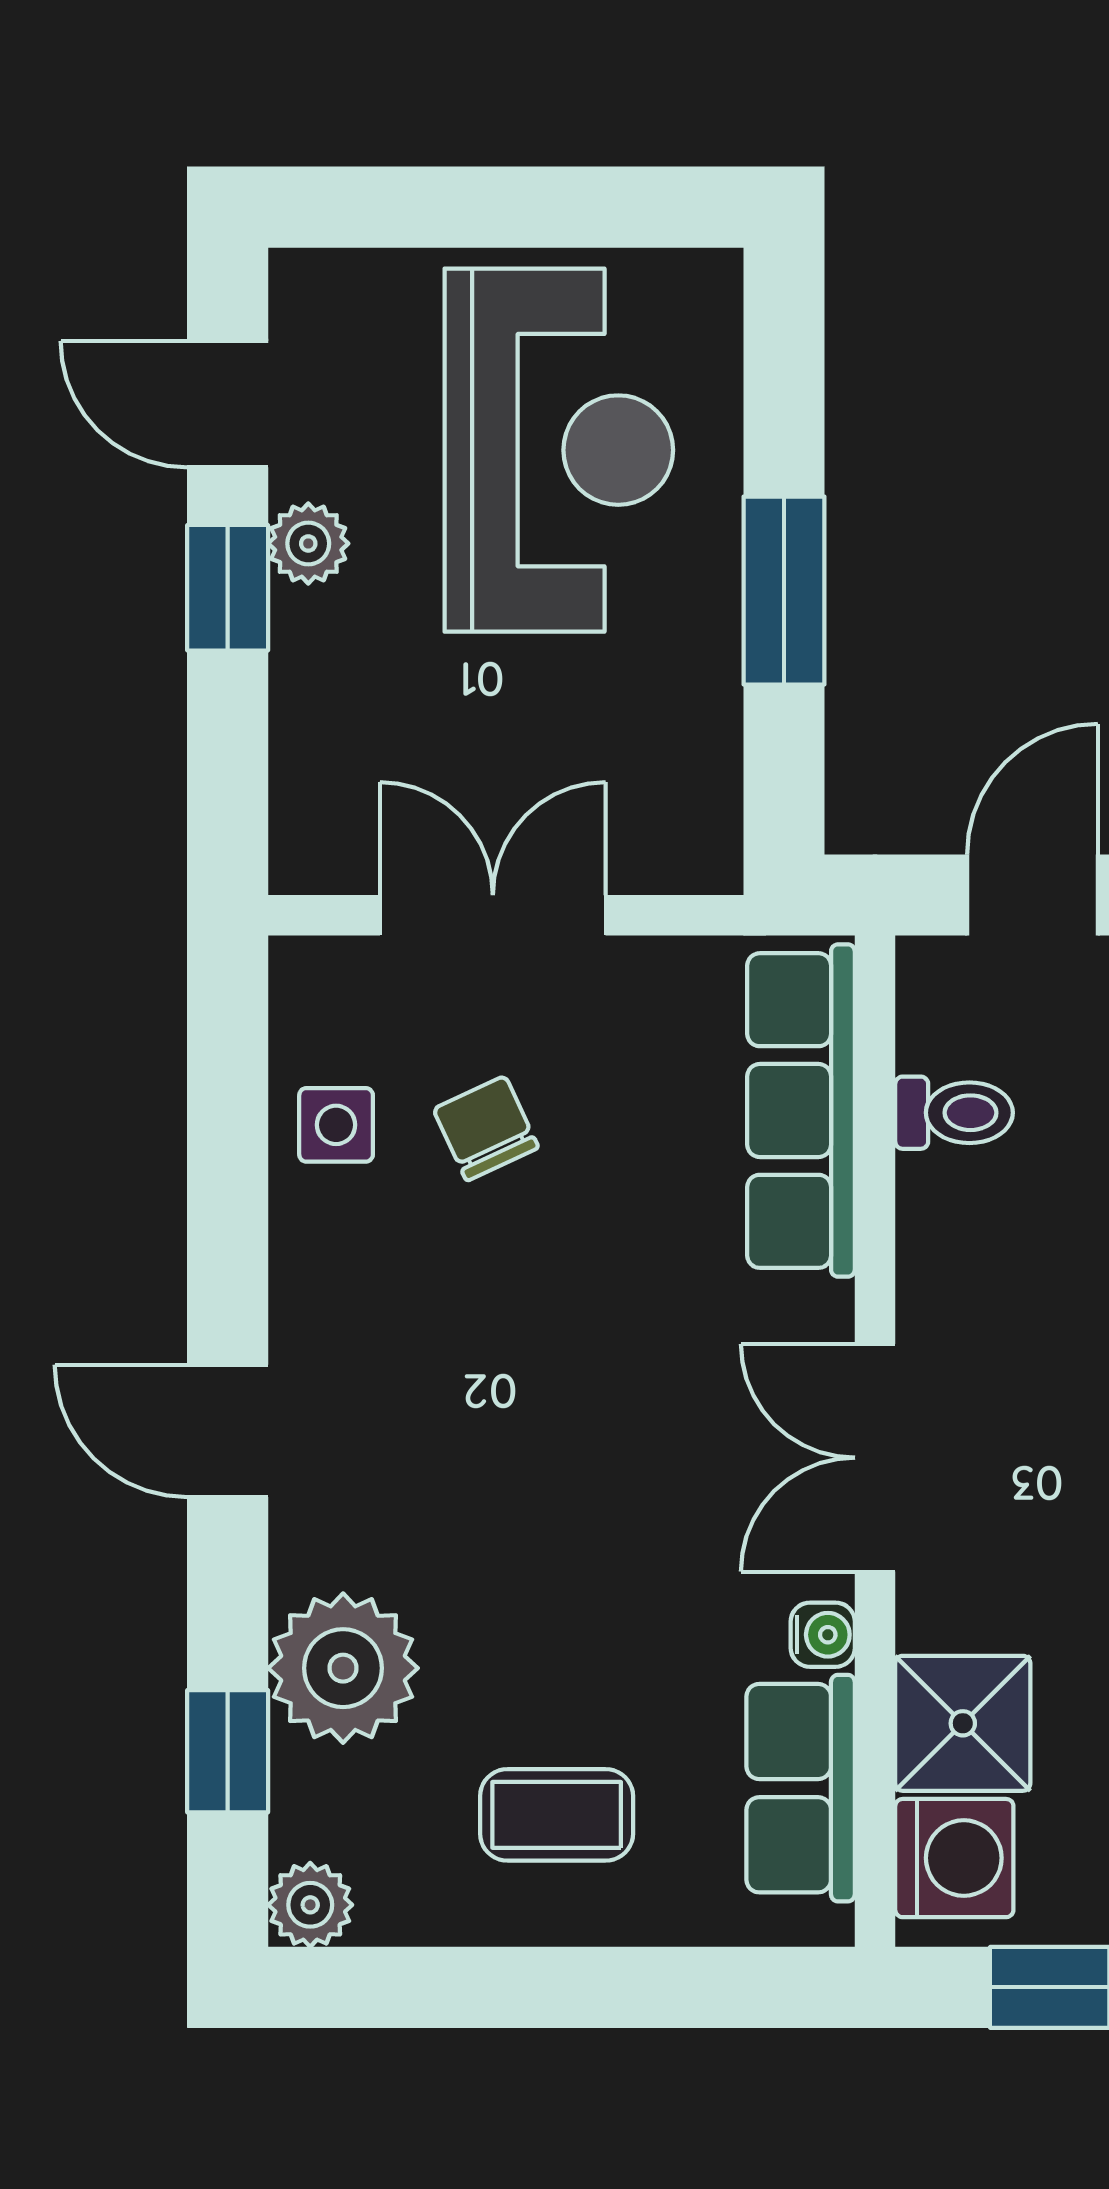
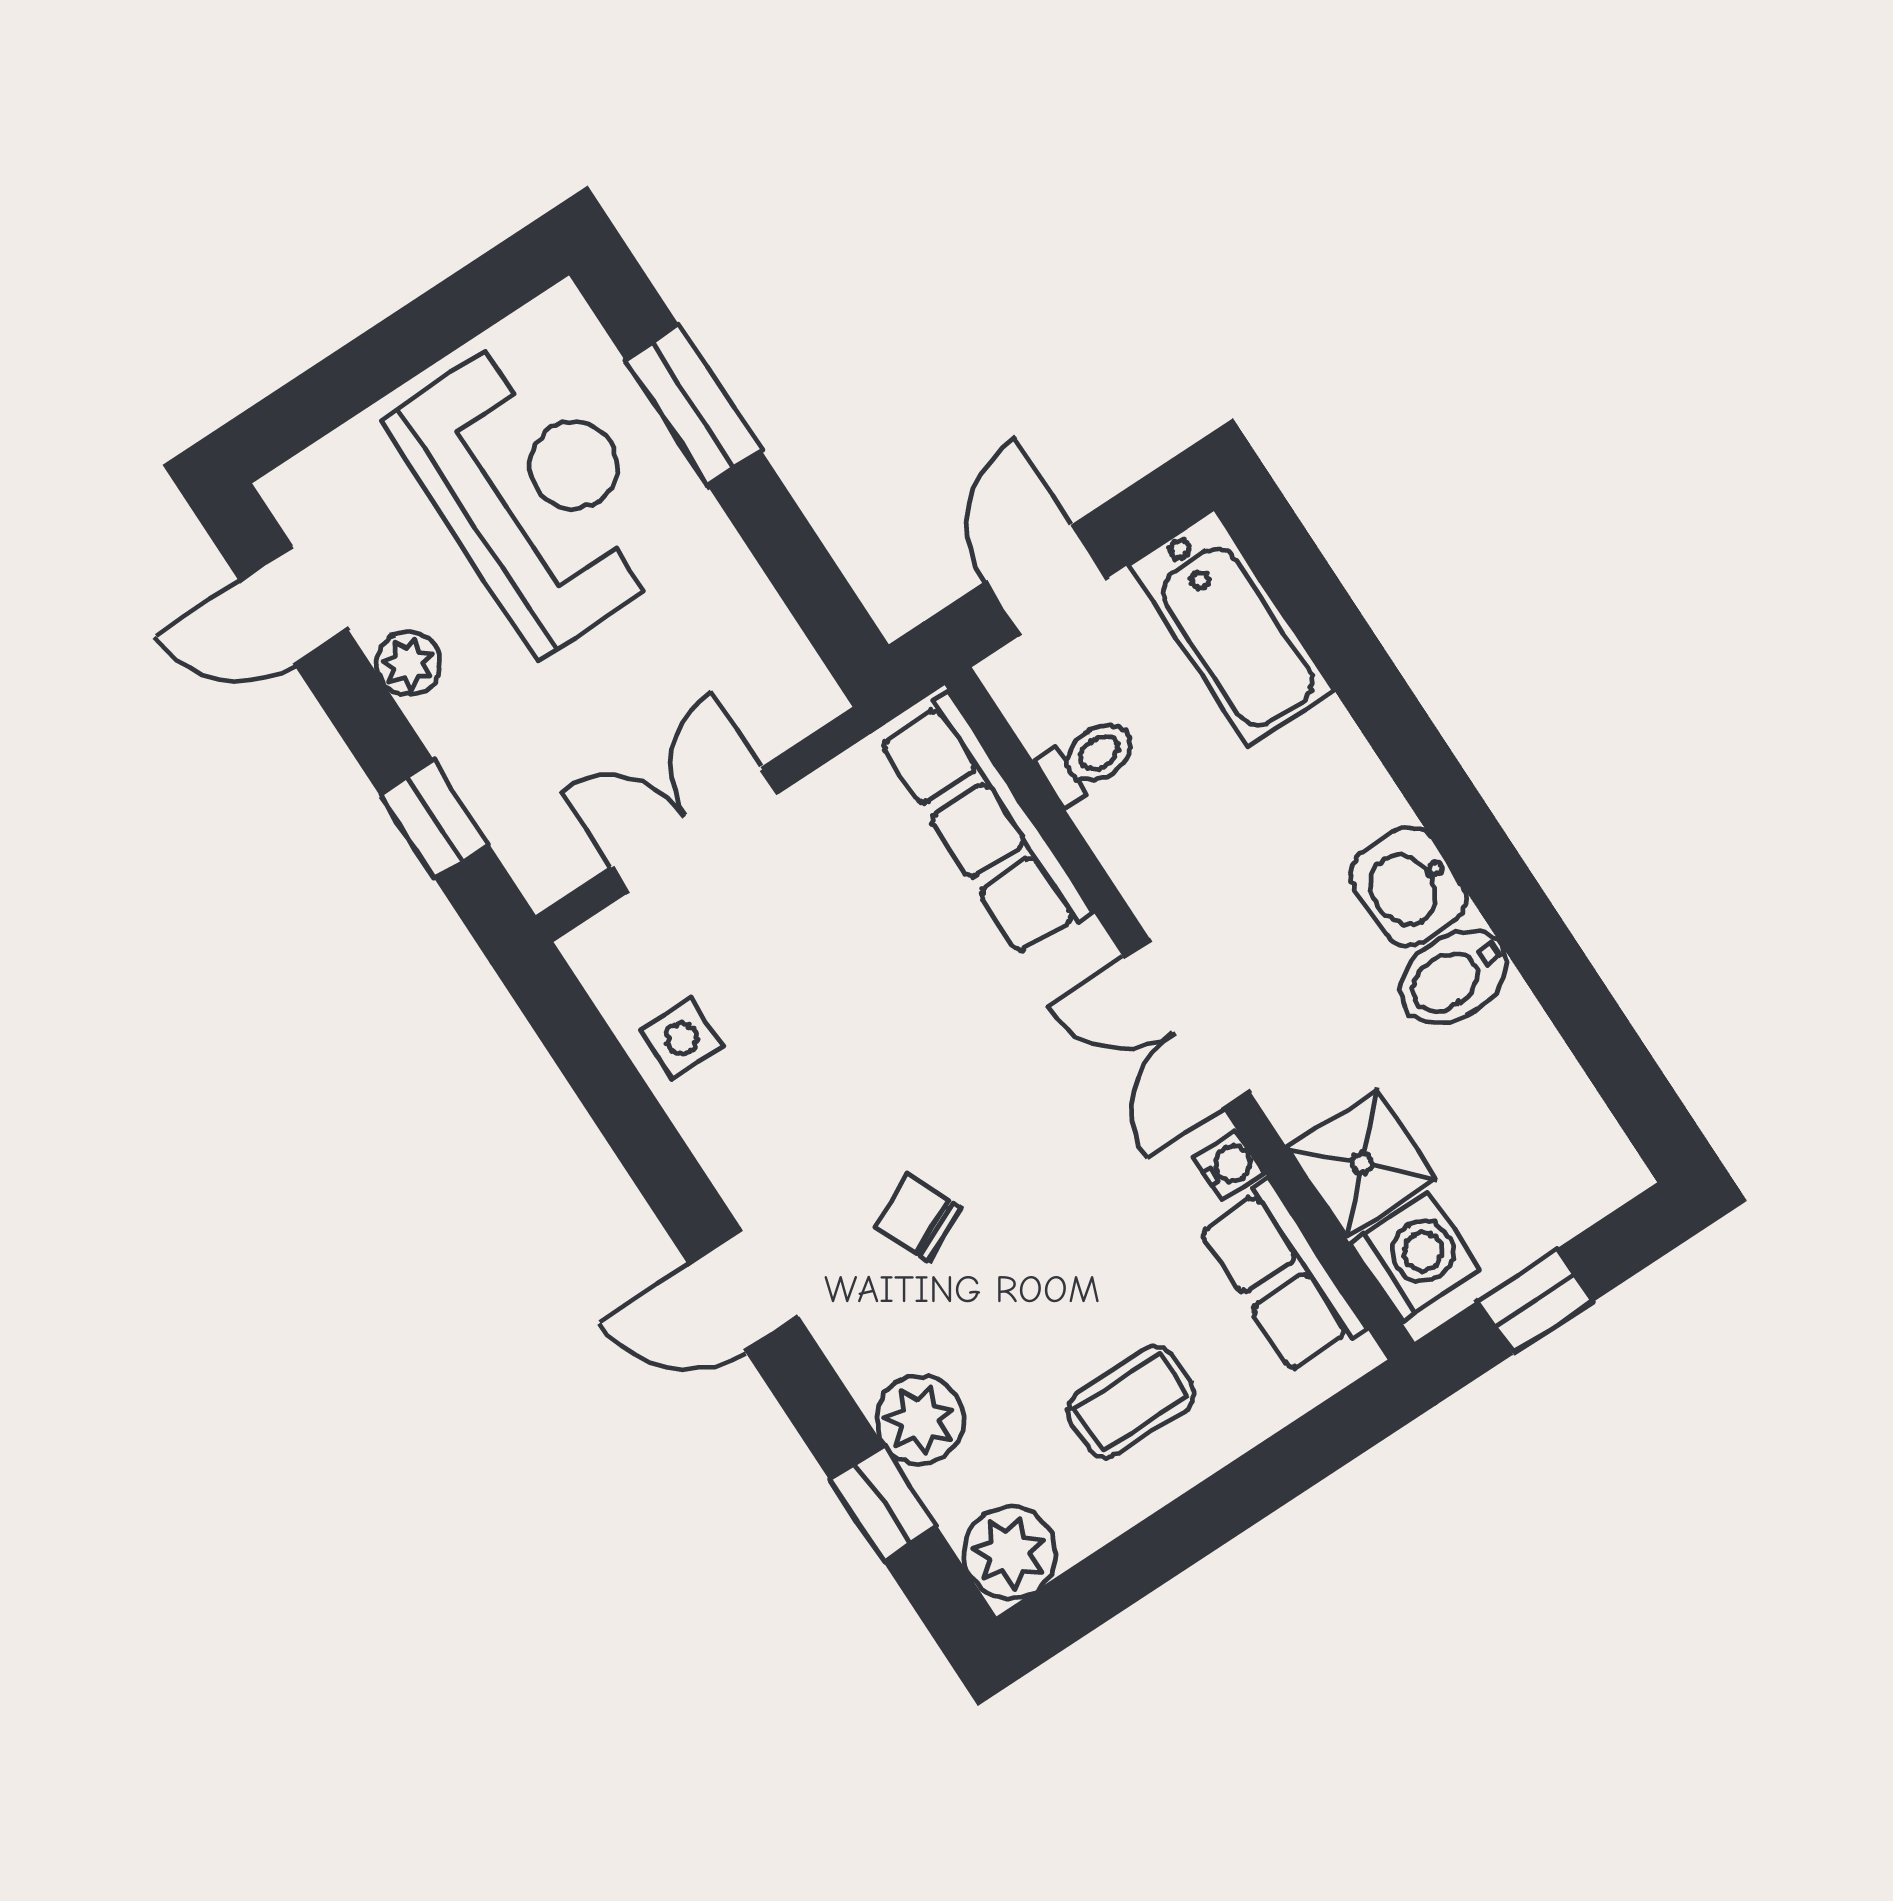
window: (228, 588) -> (434, 819), moved
window: (784, 591) -> (693, 405), moved
chair: (486, 1128) -> (918, 1218), moved
plant: (343, 1668) -> (920, 1420), width x0.73, depth x0.73
plant: (310, 1905) -> (1010, 1553), width x1.38, depth x1.38

